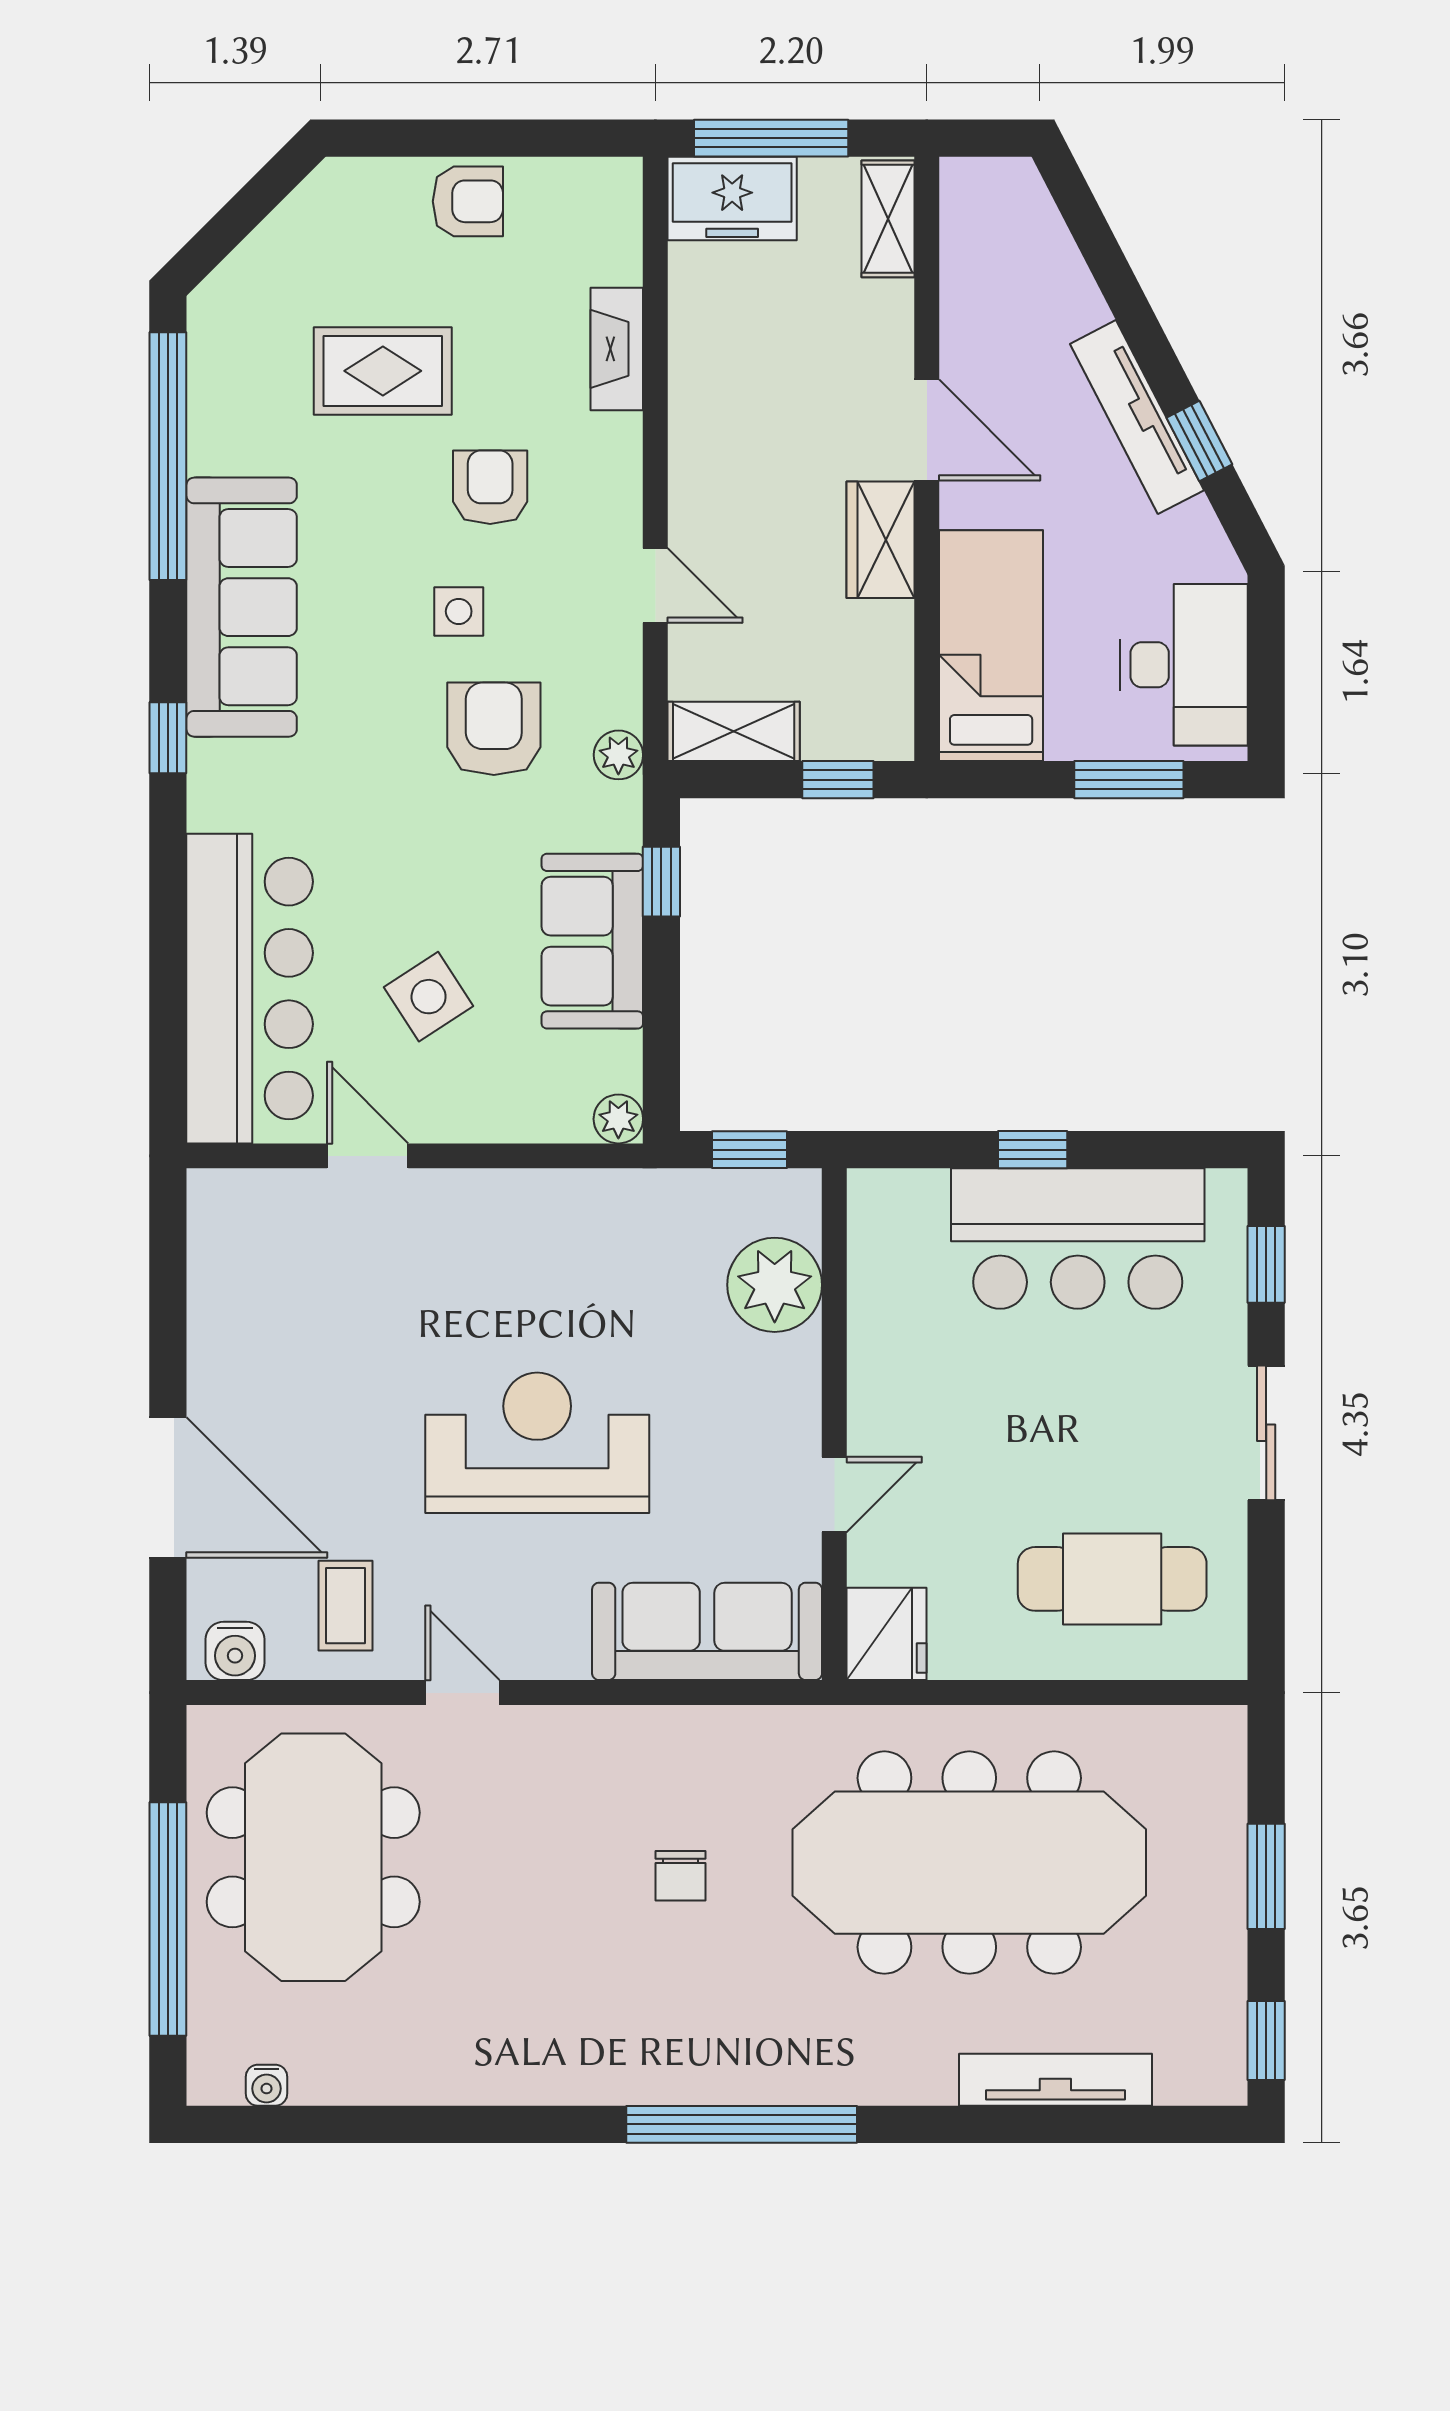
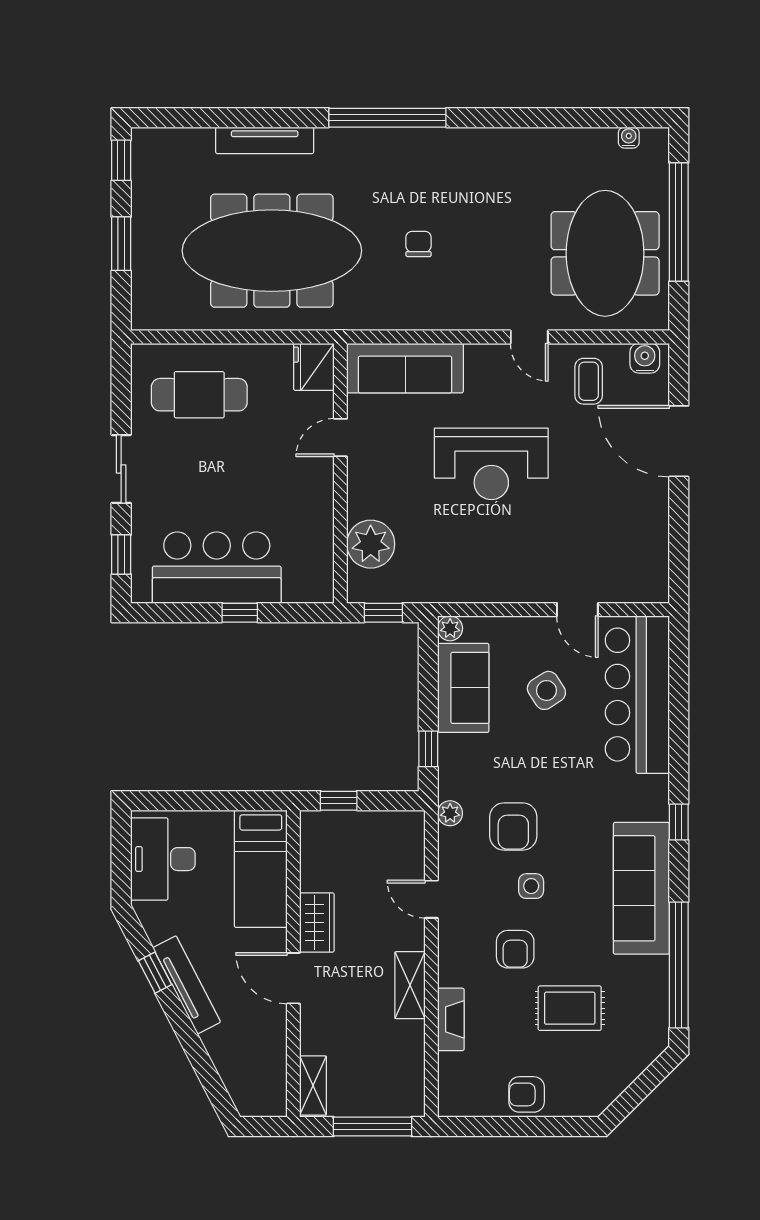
freezer: (732, 198) -> (392, 1096), removed
shelving: (734, 731) -> (410, 985), moved, turned 90
window: (1129, 780) -> (191, 801), removed
sofa: (592, 941) -> (463, 688), moved
tv unit: (1055, 2080) -> (265, 140), moved

